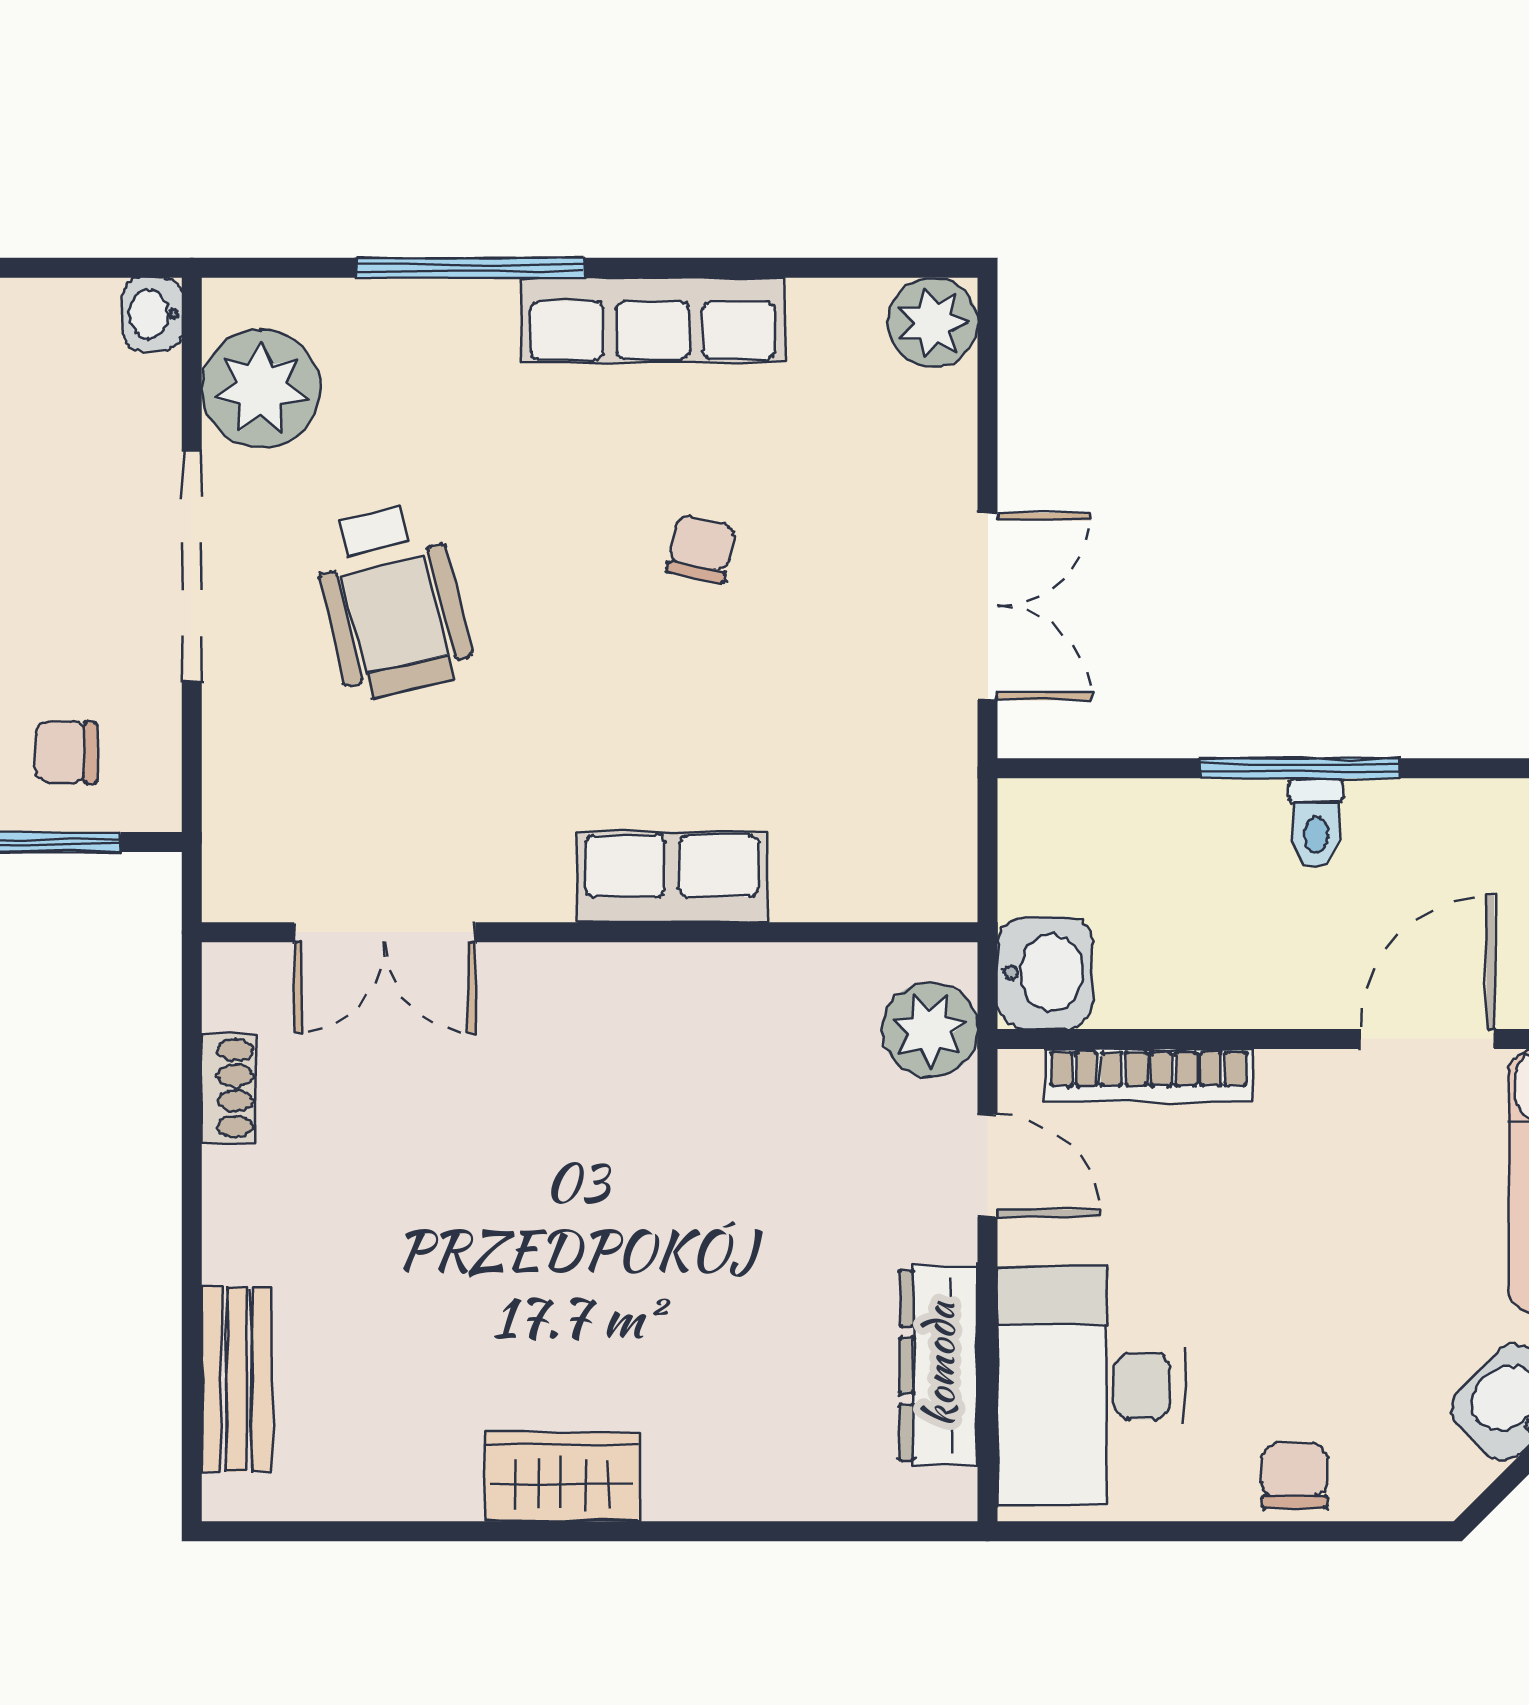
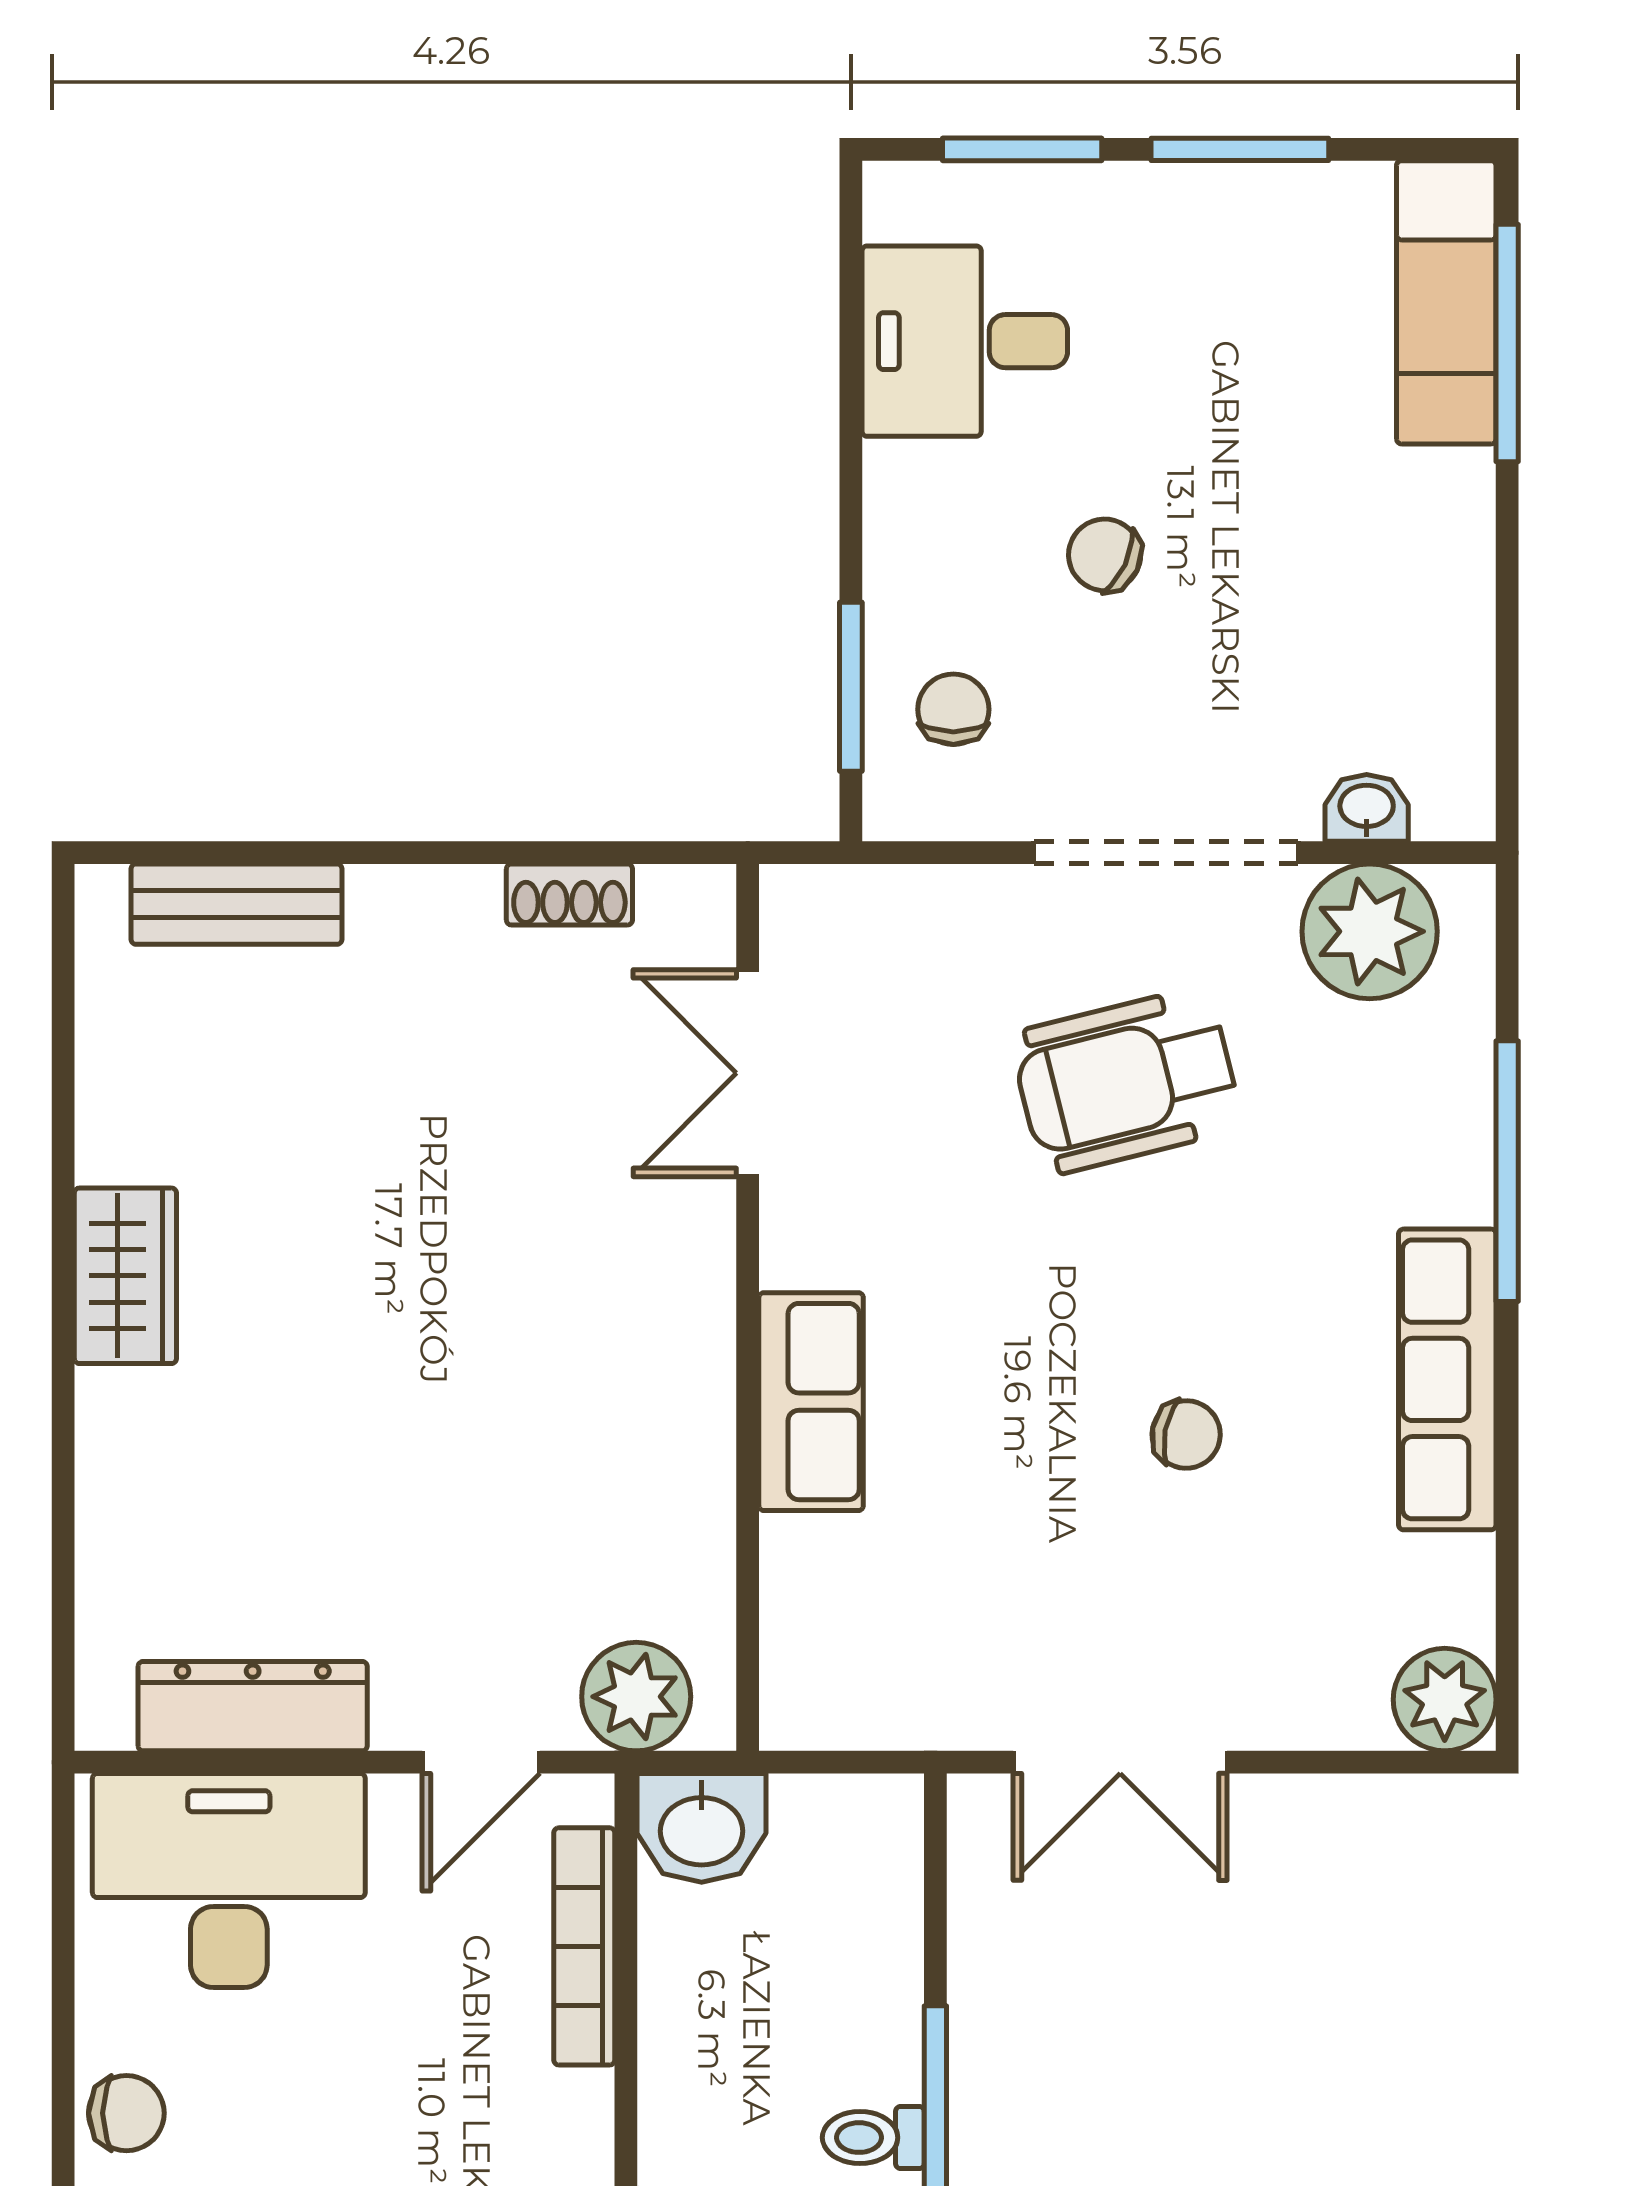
washbasin: (153, 314) -> (1367, 808), moved

